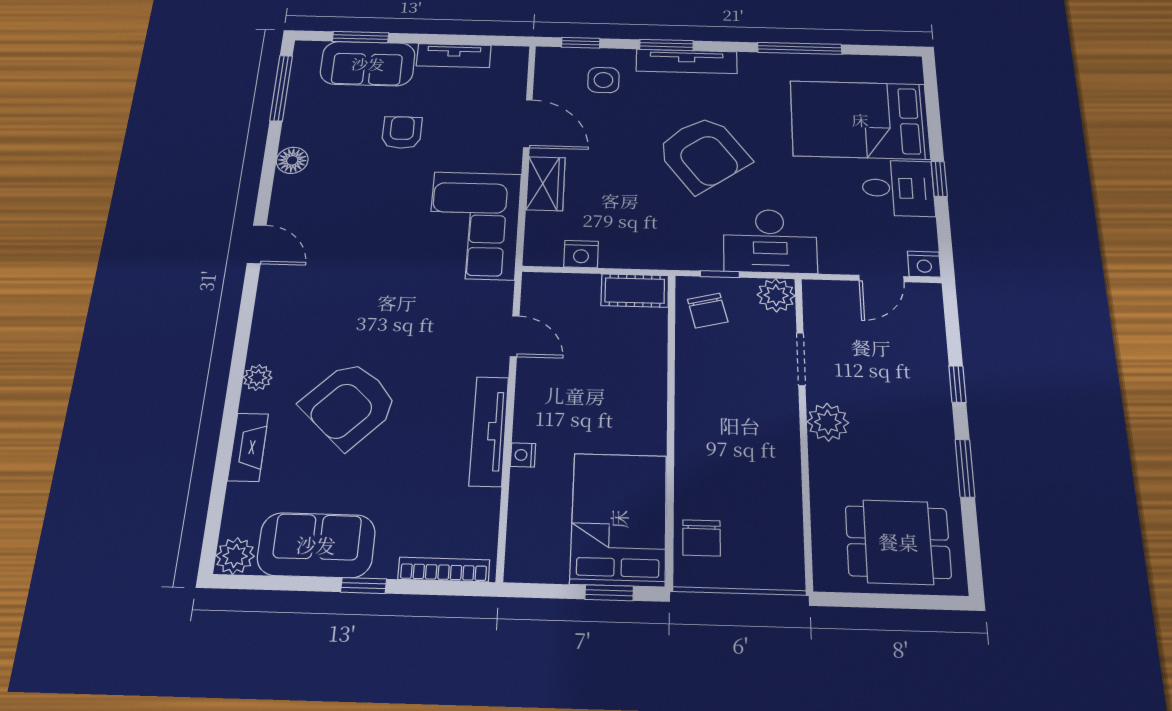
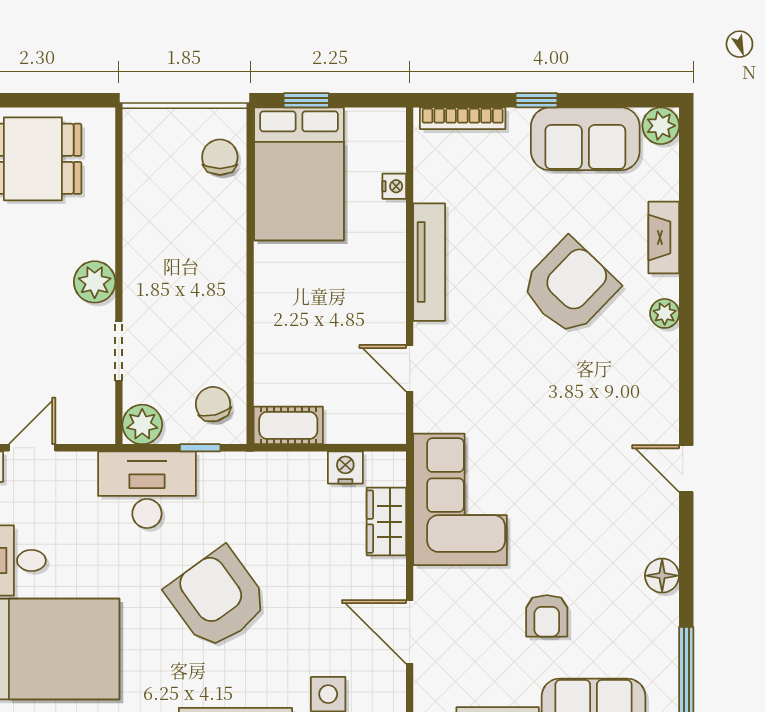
wardrobe: (546, 184) -> (386, 522), moved
nightstand: (523, 455) -> (394, 186), moved

